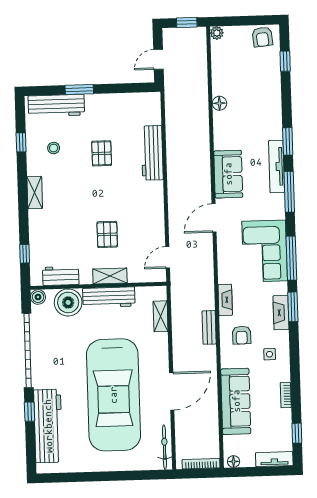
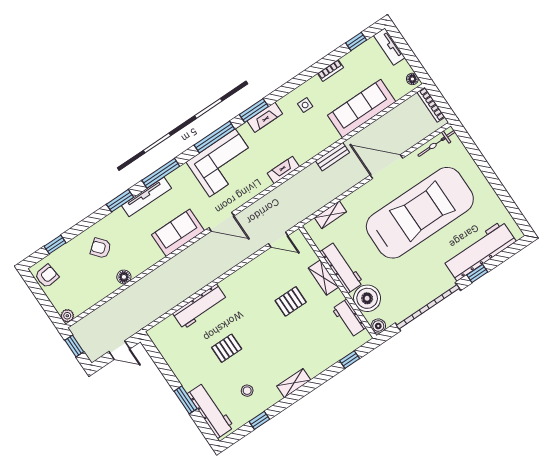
bench: (209, 327) -> (332, 157), moved
armchair: (242, 335) -> (101, 248), moved, turned -130

